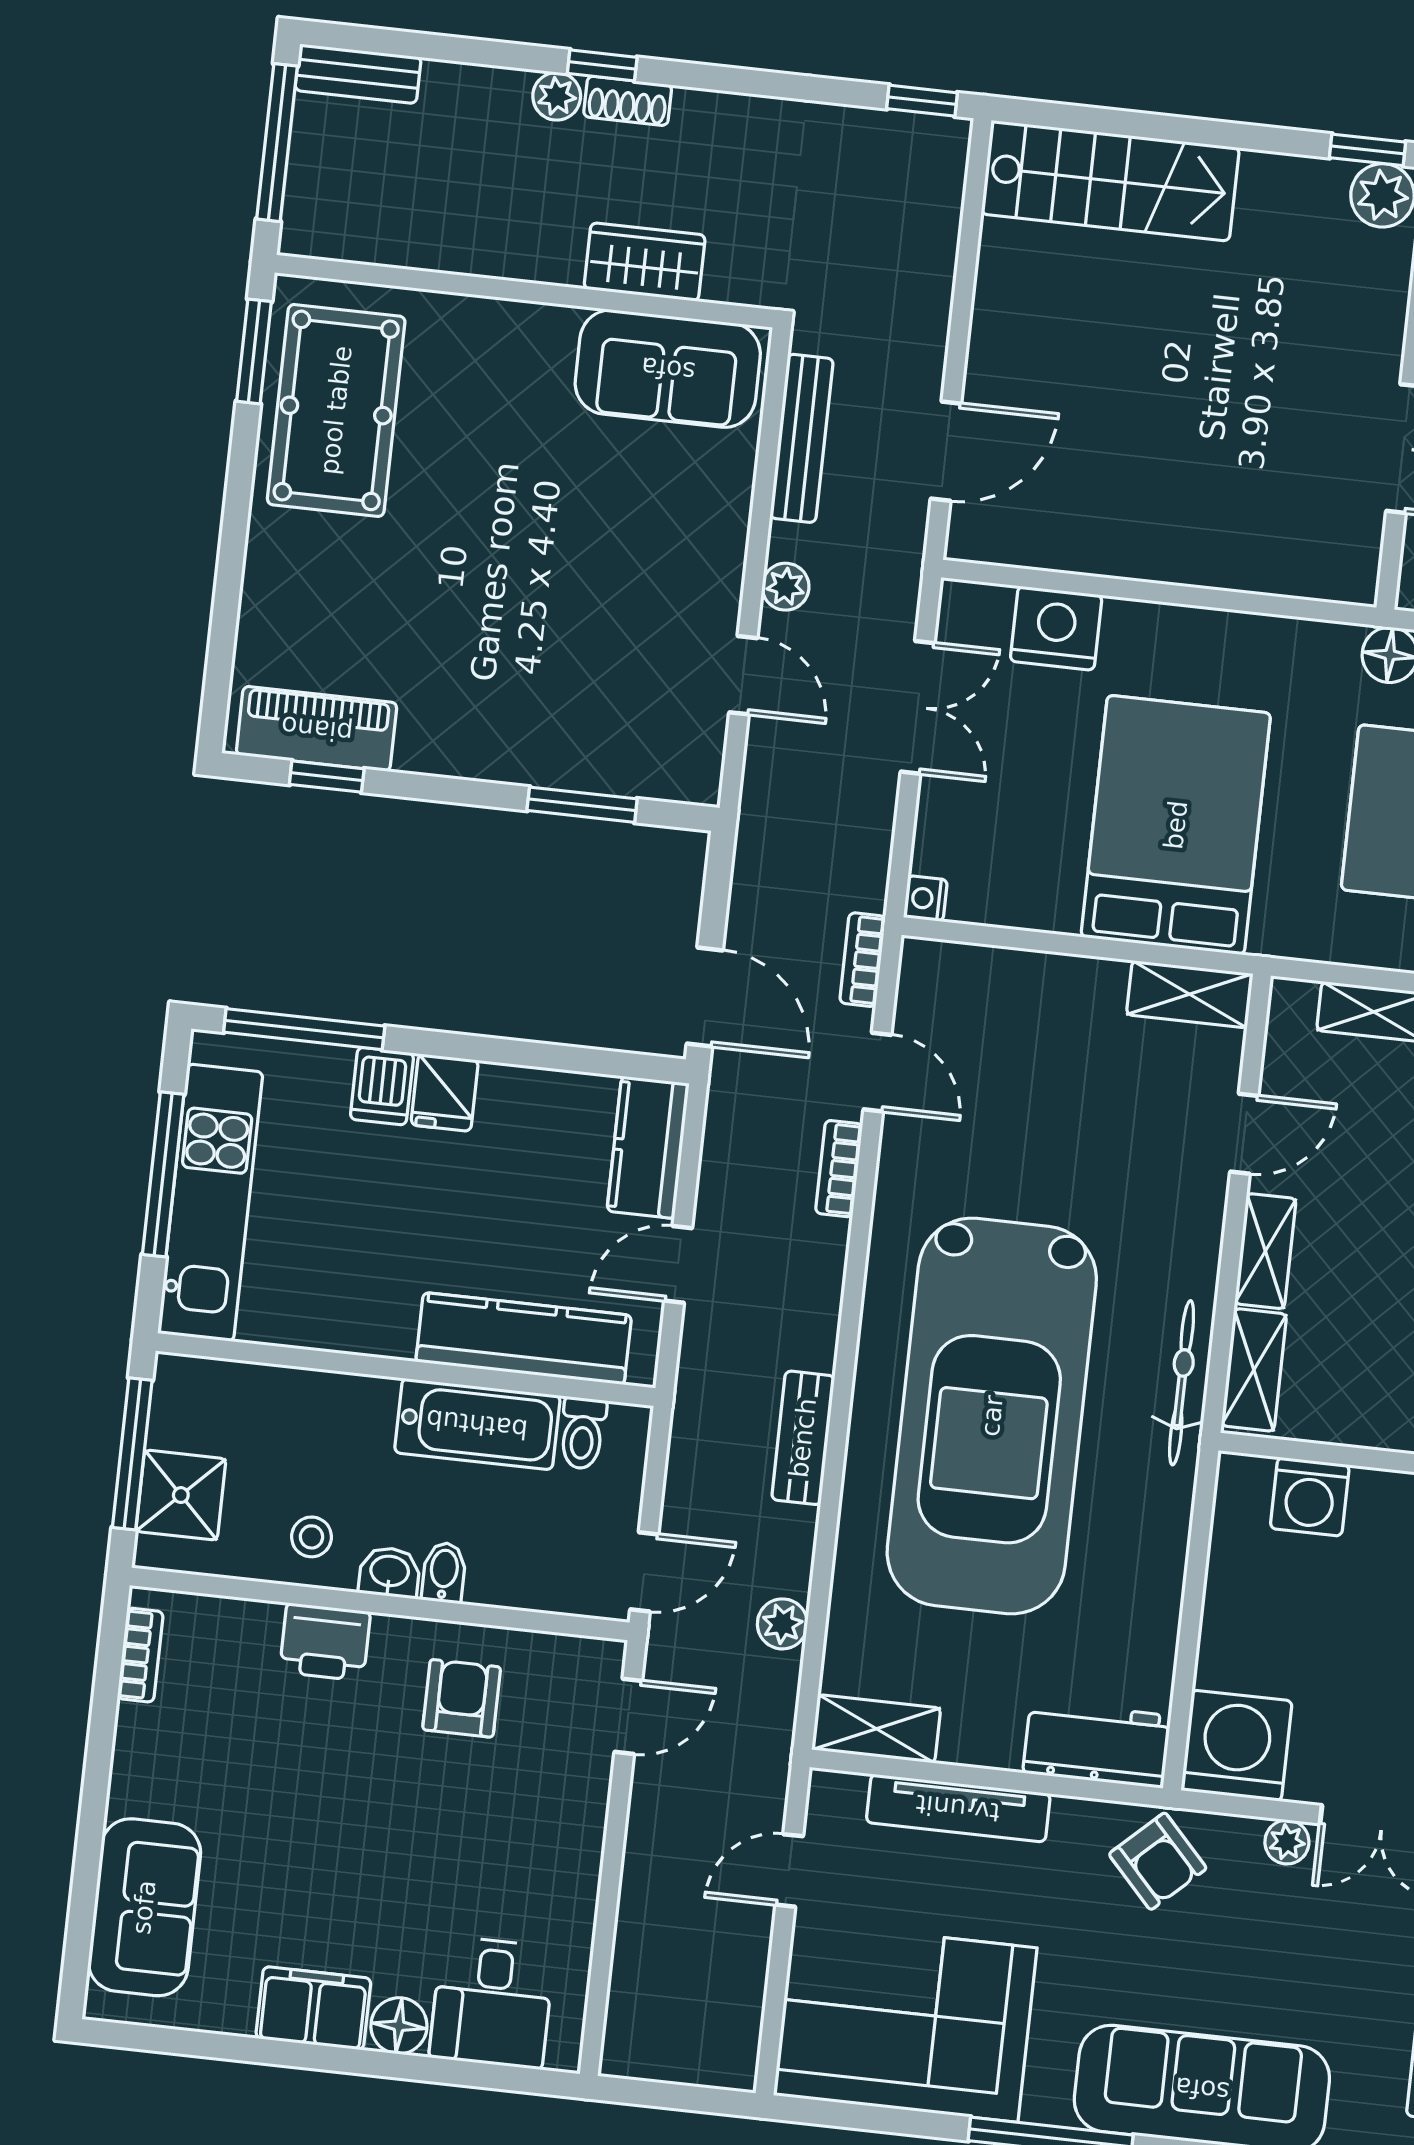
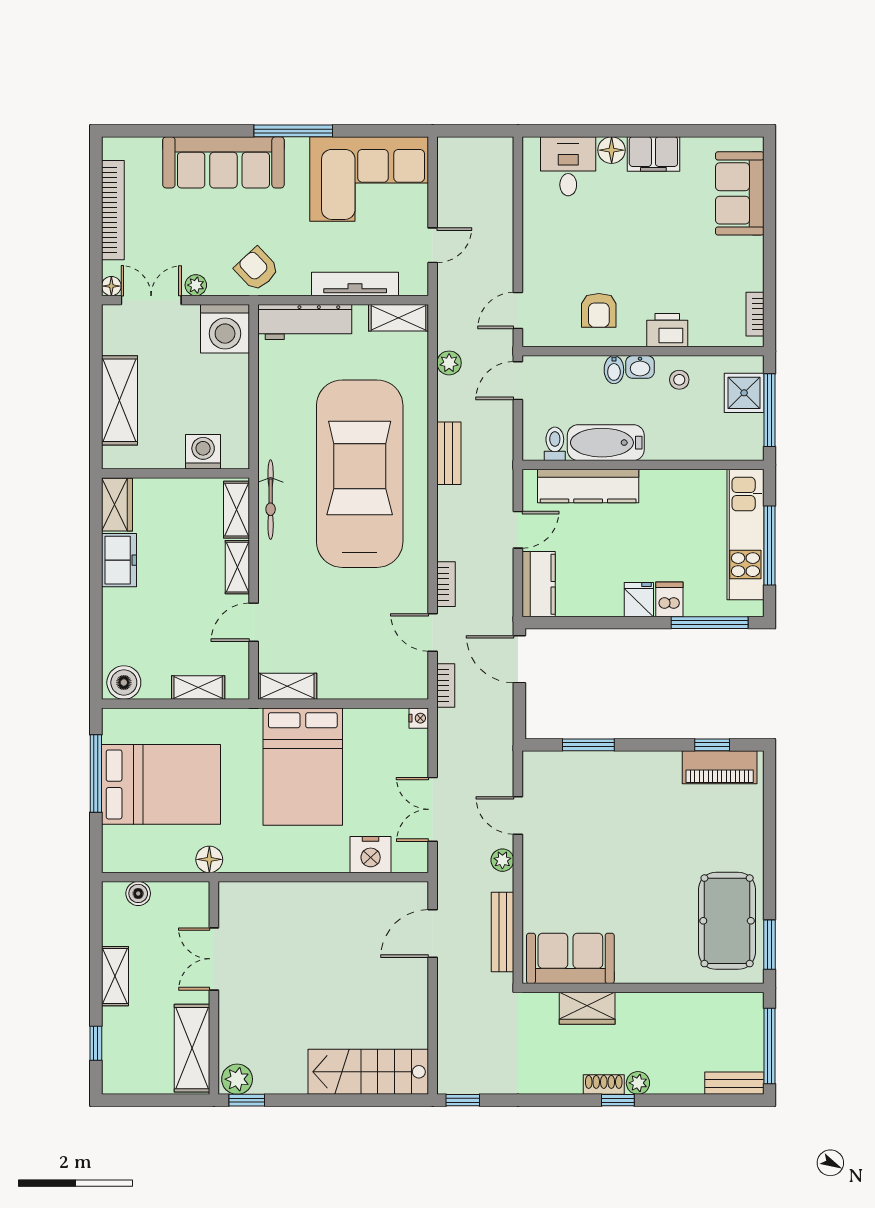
workbench: (1097, 1744) -> (305, 322), width x1.37

